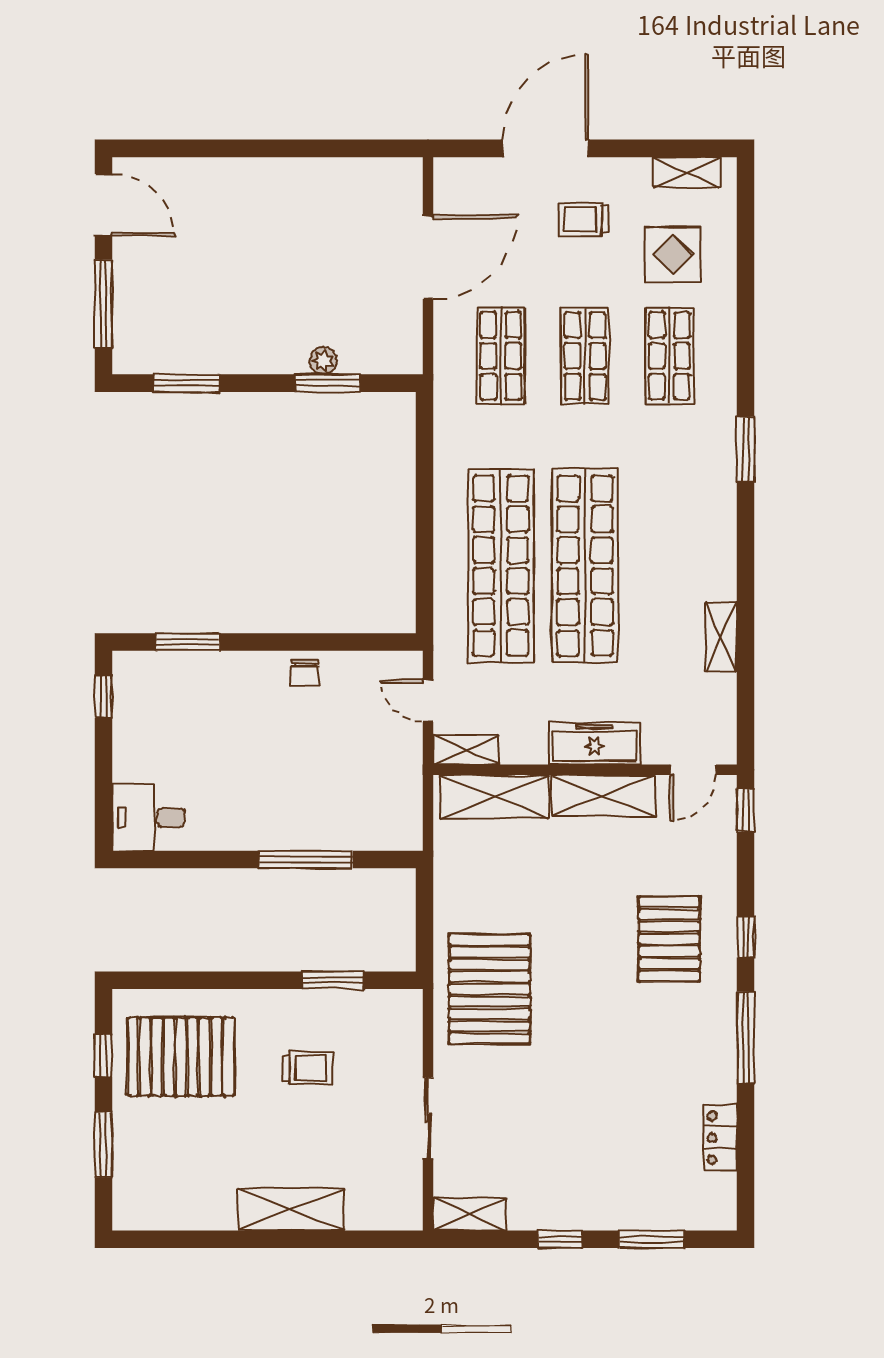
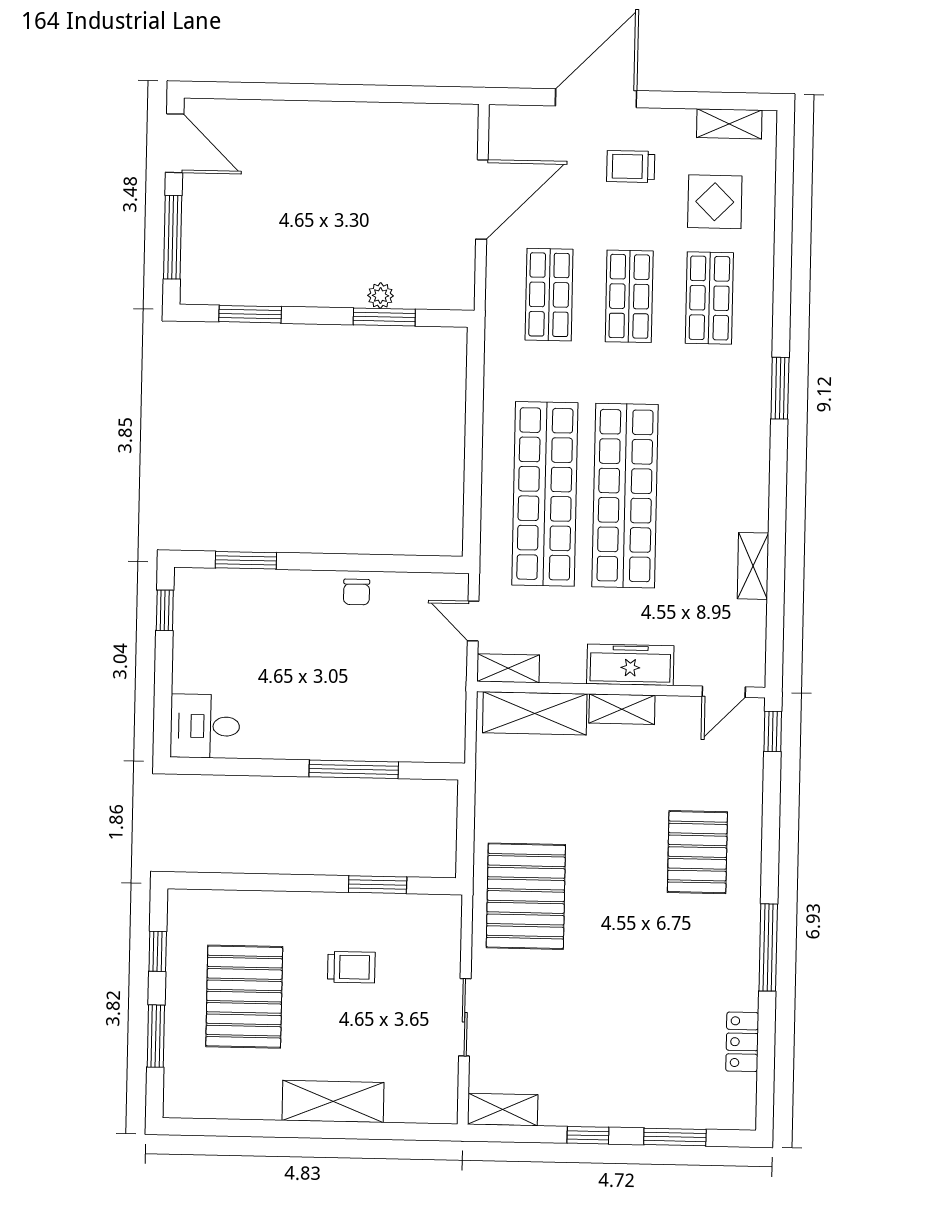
shelving: (604, 796) -> (622, 709), width x0.67, depth x0.75
window: (746, 937) -> (770, 851), removed
pallet: (181, 1057) -> (244, 997), moved, turned 90

